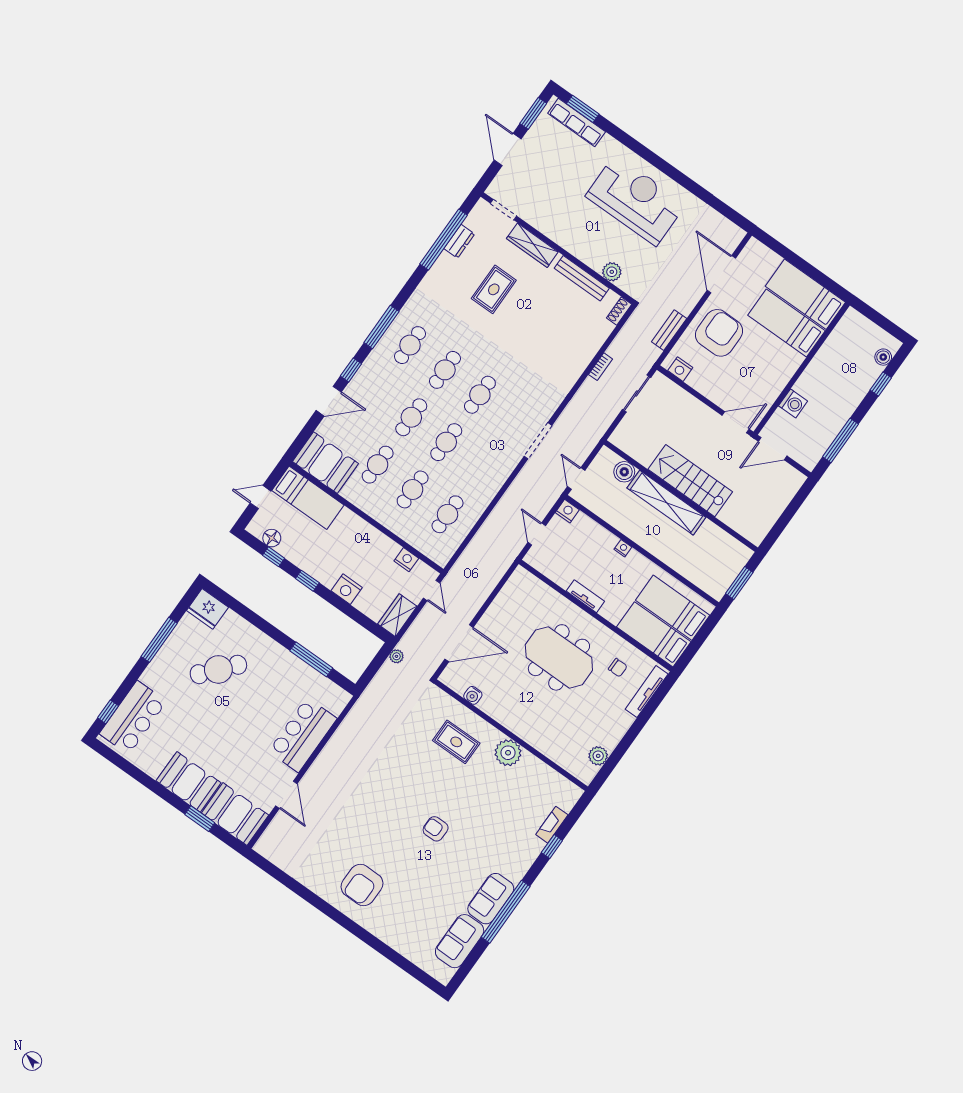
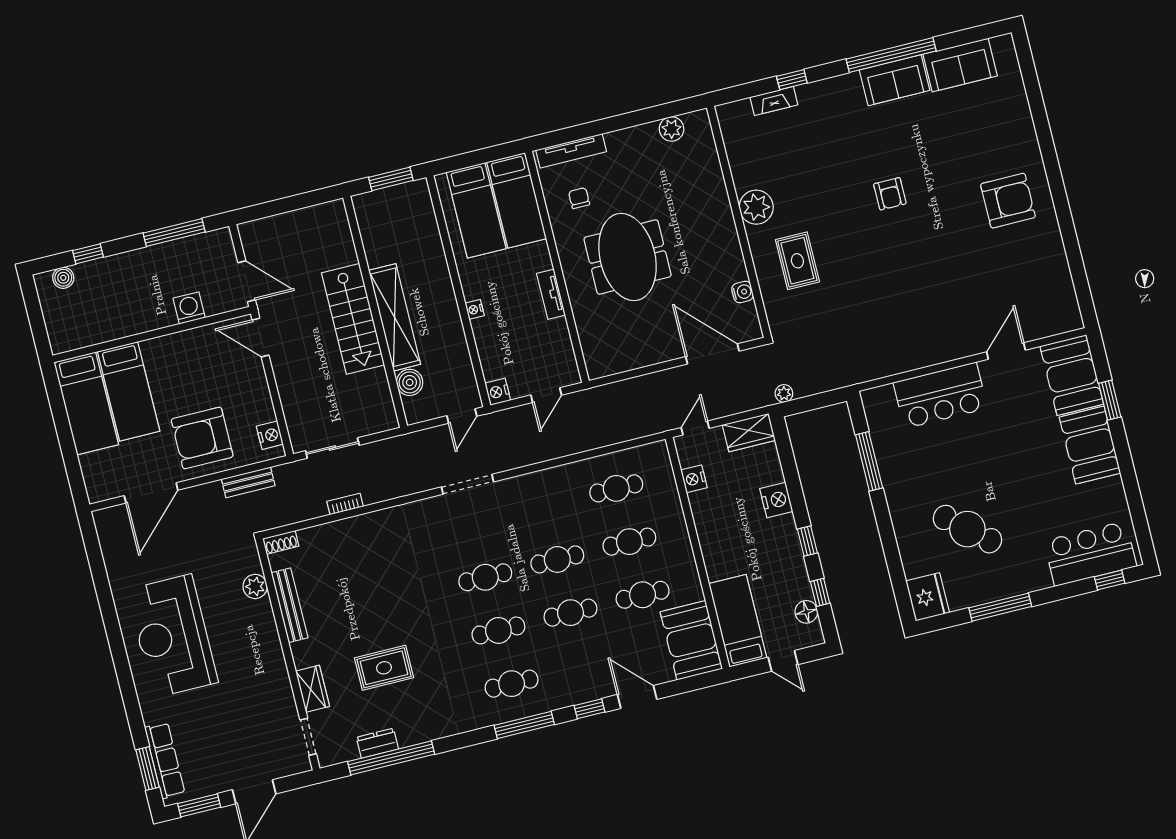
wardrobe: (532, 245) -> (312, 689), width x0.67

